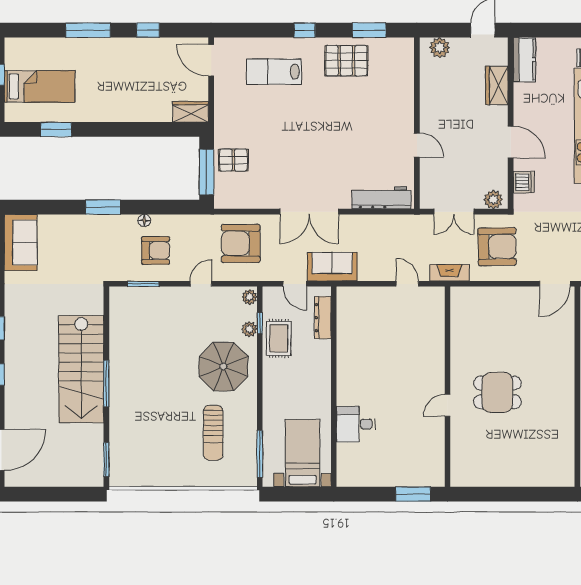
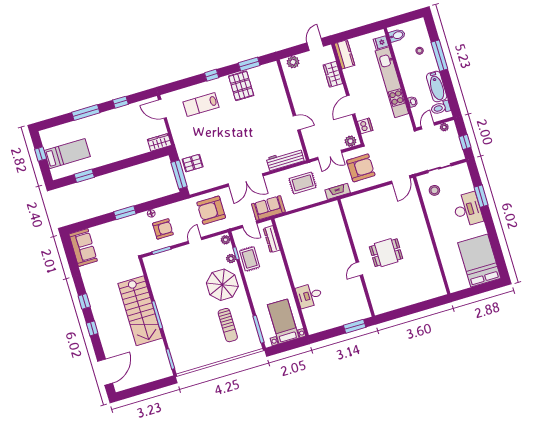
pallet: (346, 61) -> (241, 86), turned 90
door: (511, 142) -> (351, 105), swing flipped
rug: (398, 243) -> (303, 183), added
door: (407, 284) -> (315, 205), removed

